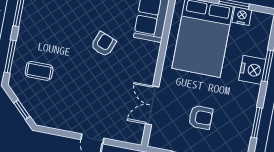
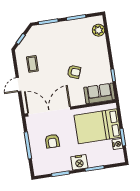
nightstand: (252, 70) -> (79, 162), moved
coffee table: (39, 71) -> (32, 64), moved
double door: (152, 105) -> (49, 111), width x1.87

